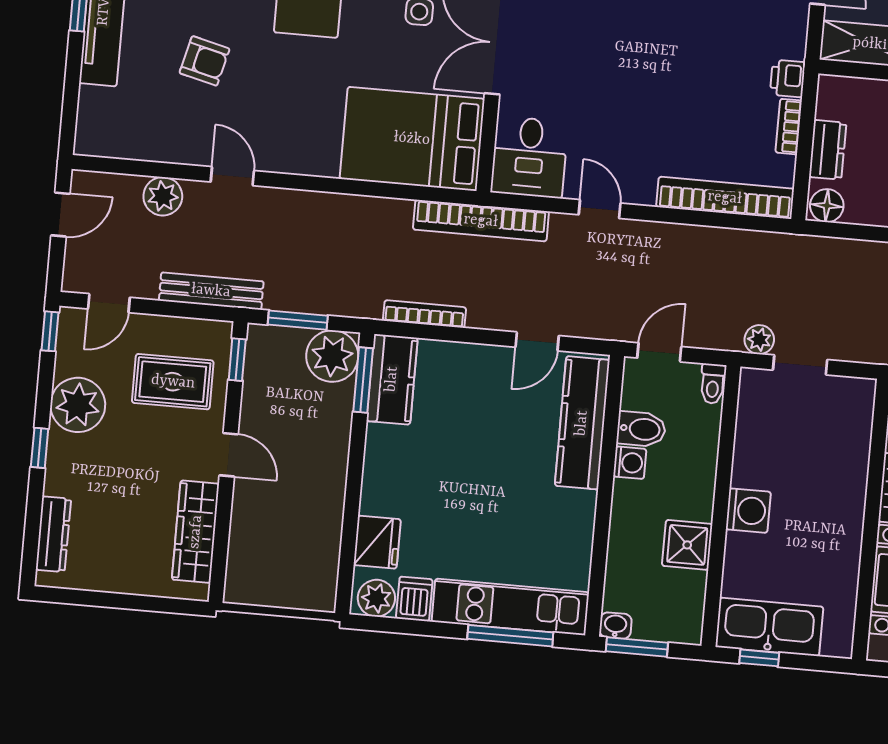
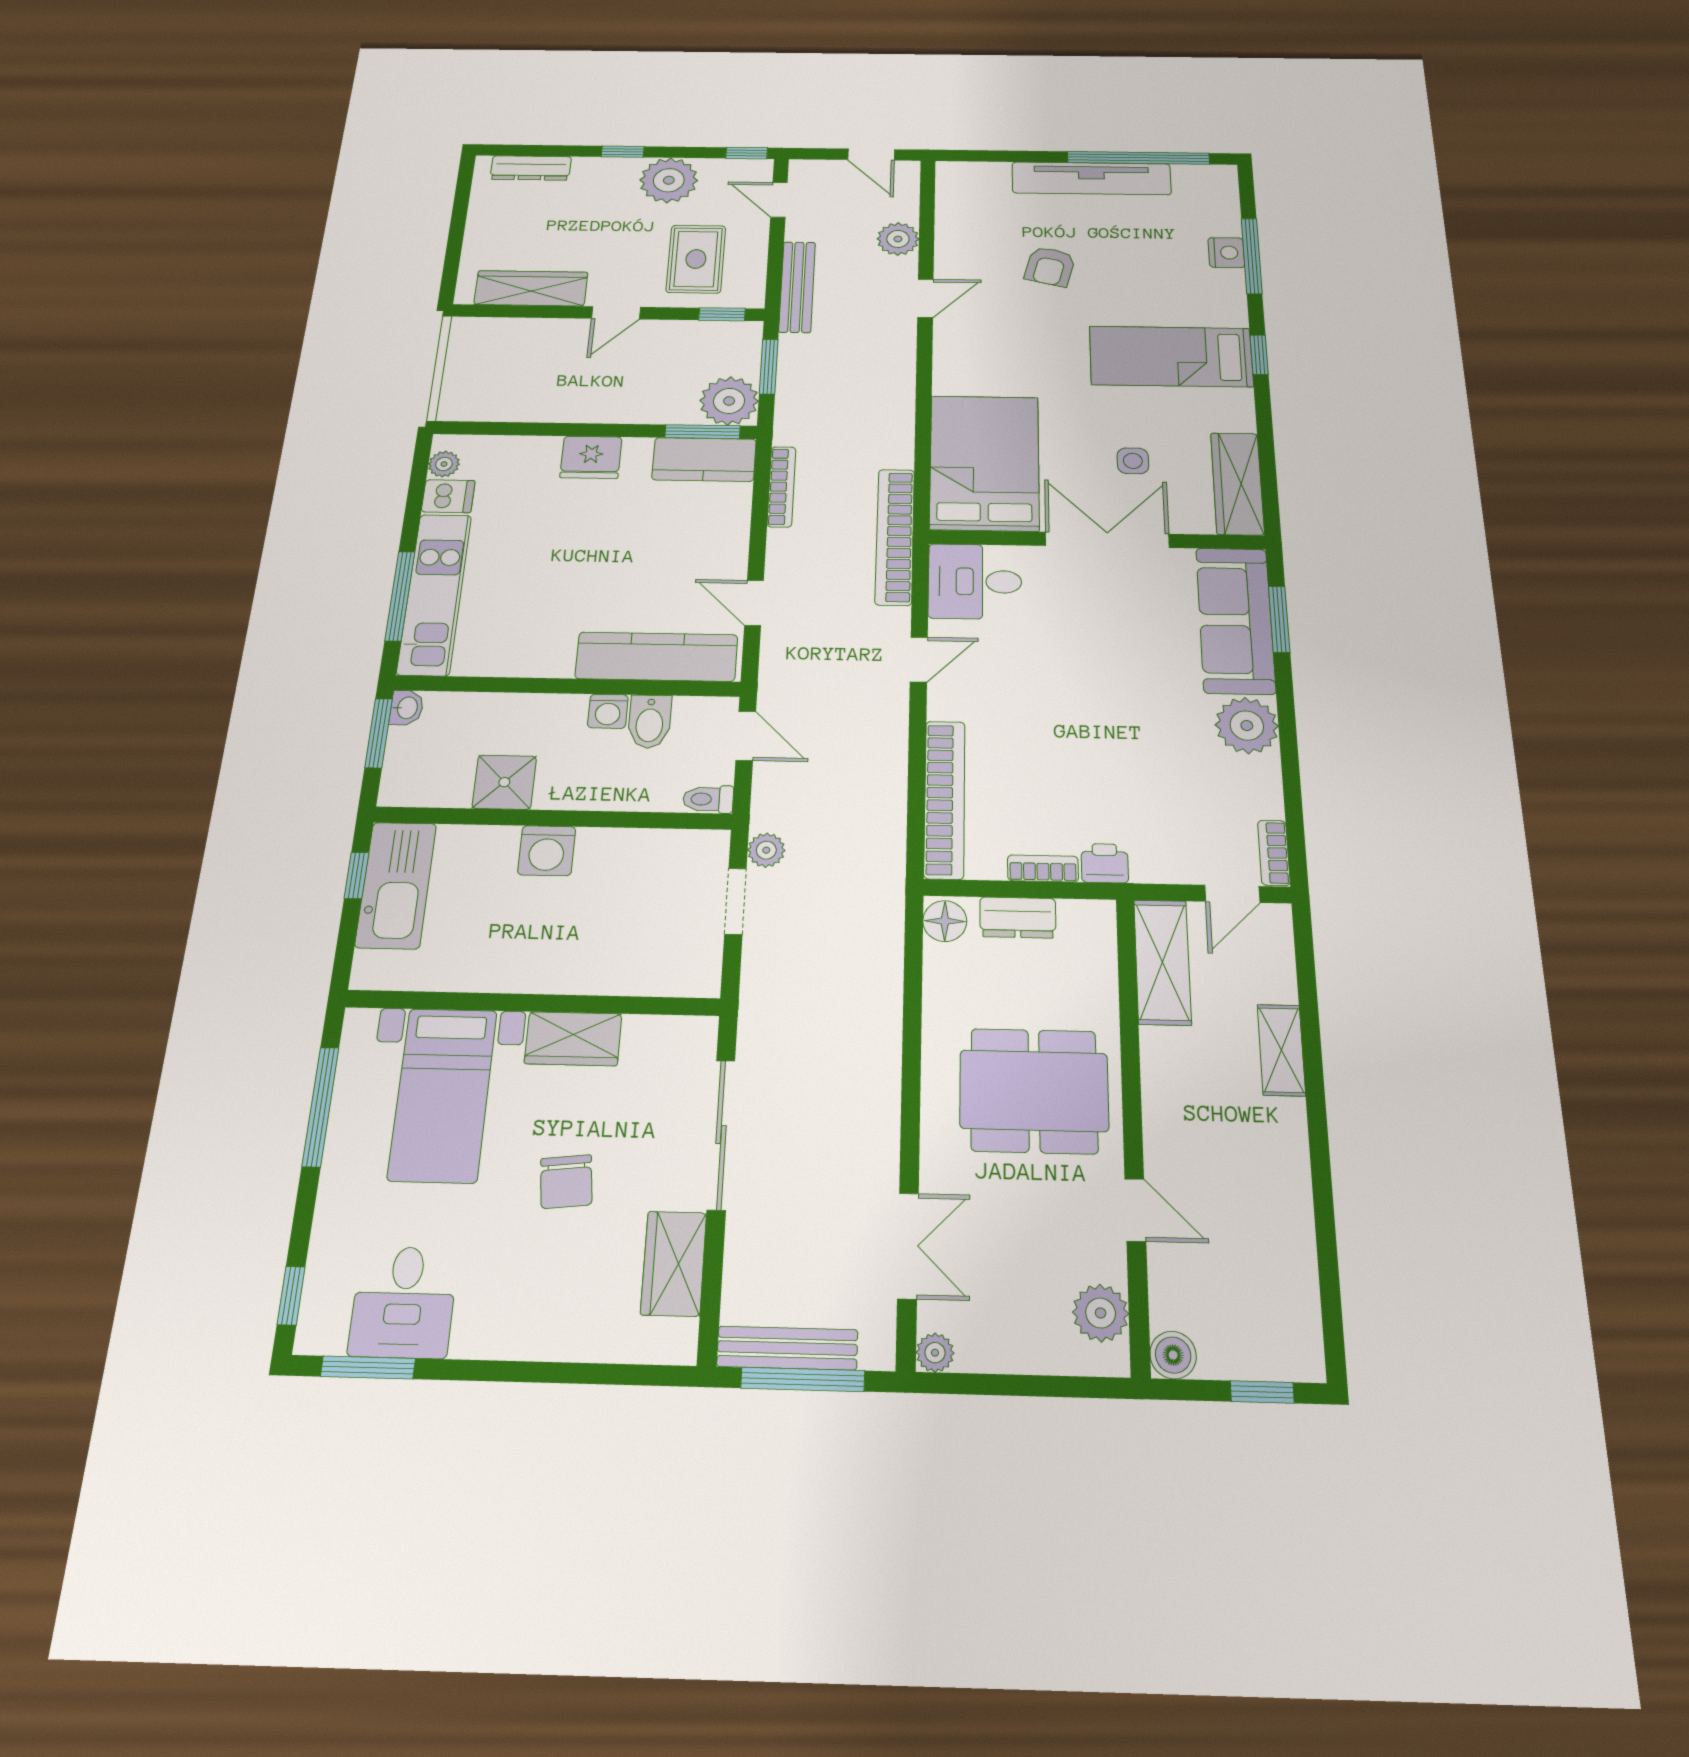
fridge: (377, 542) -> (591, 457), moved
plant: (376, 598) -> (444, 464), width x0.73, depth x0.73

